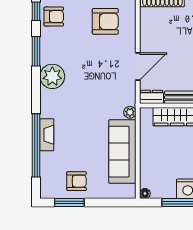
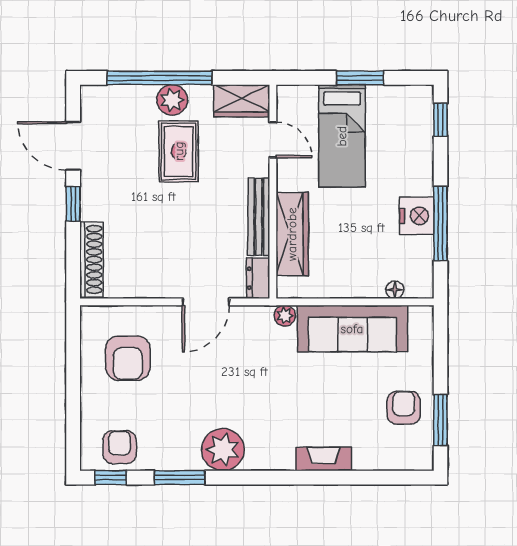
armchair: (105, 21) -> (128, 358), turned 180
door: (138, 67) -> (206, 302), swing flipped
window: (36, 145) -> (342, 478), removed
floor lamp: (145, 193) -> (395, 290), moved

